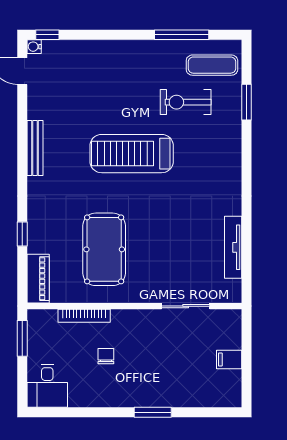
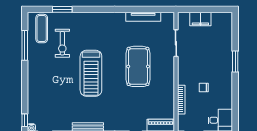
pool table: (104, 249) -> (138, 66), moved, turned 90
filing cabinet: (229, 359) -> (200, 19), width x2.00

